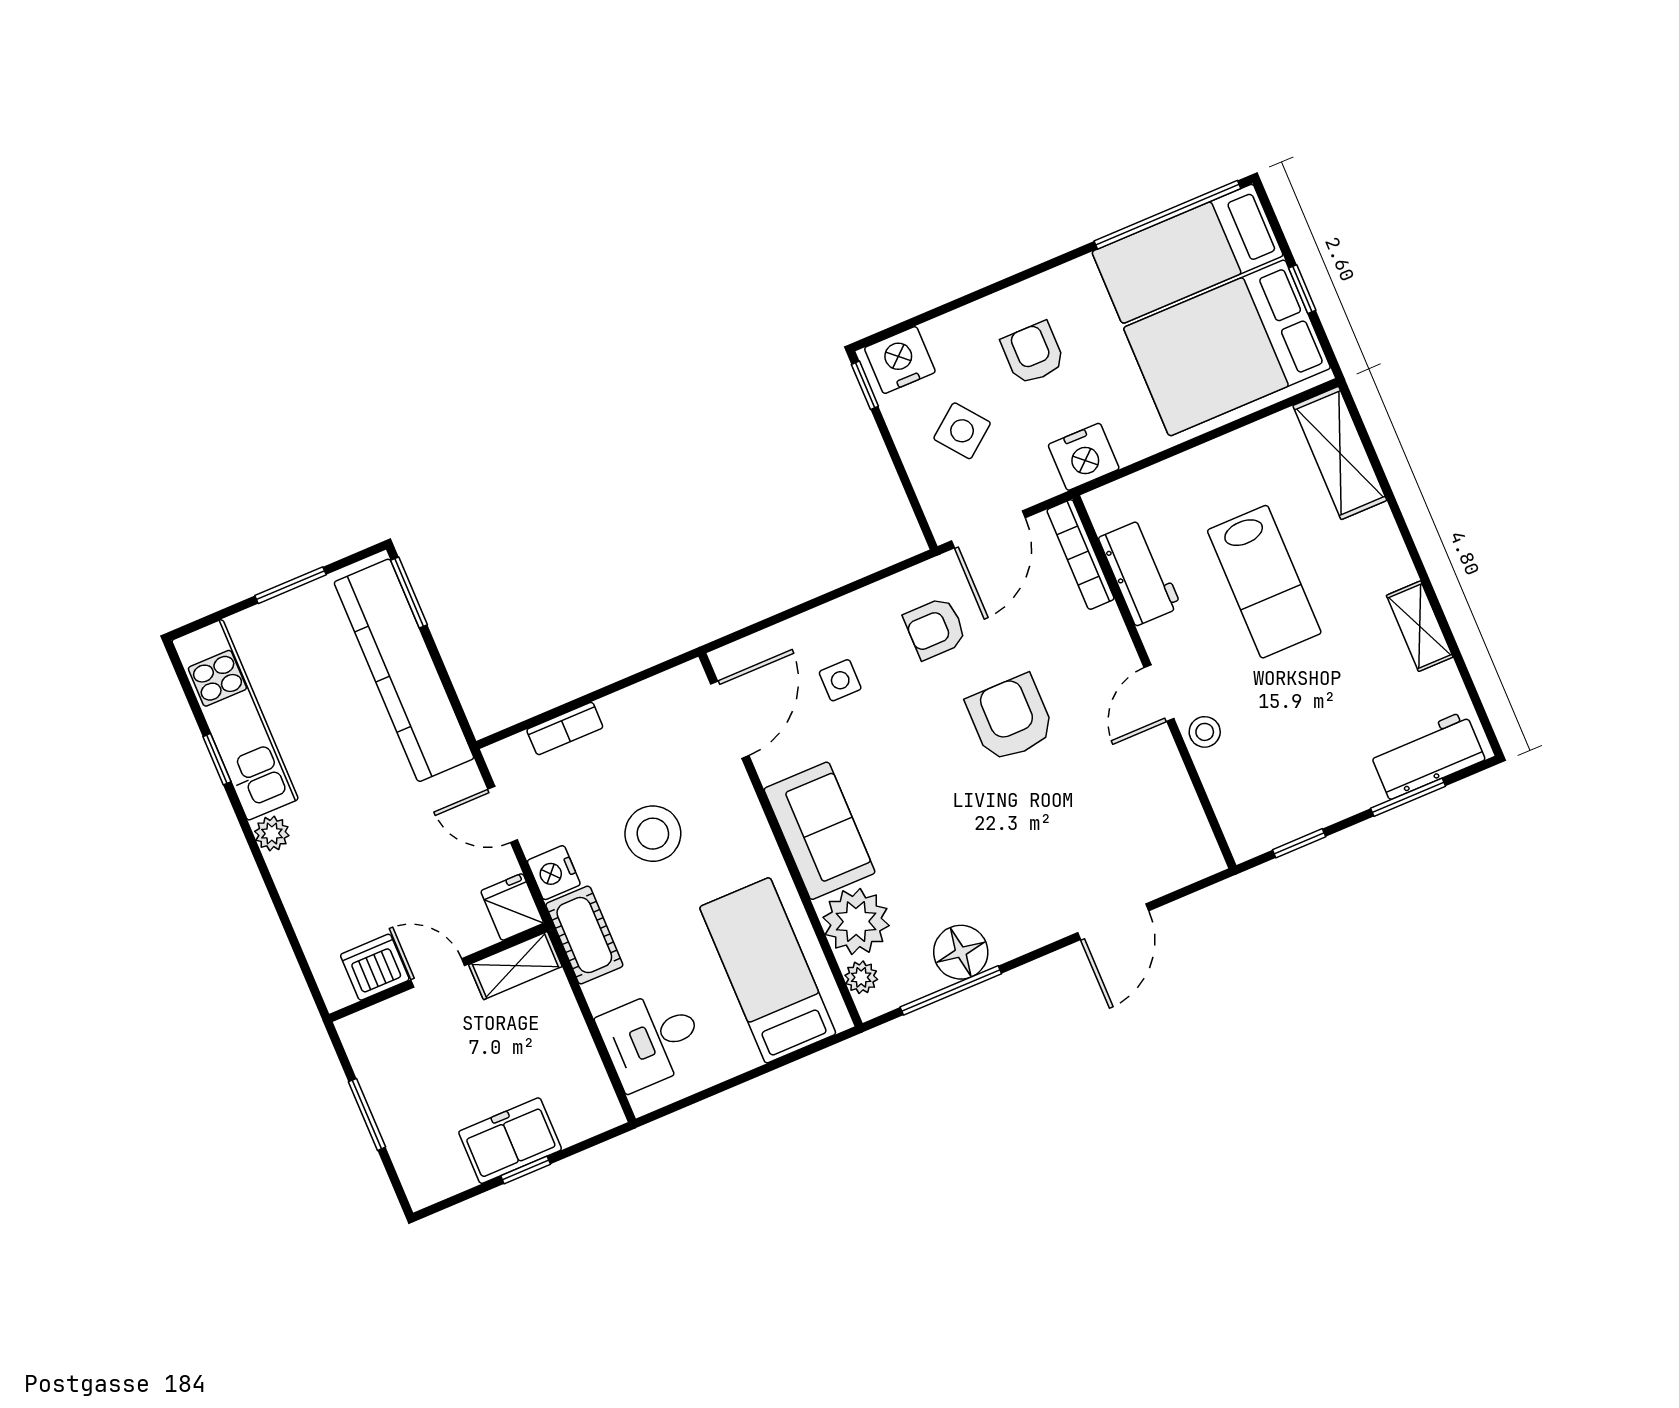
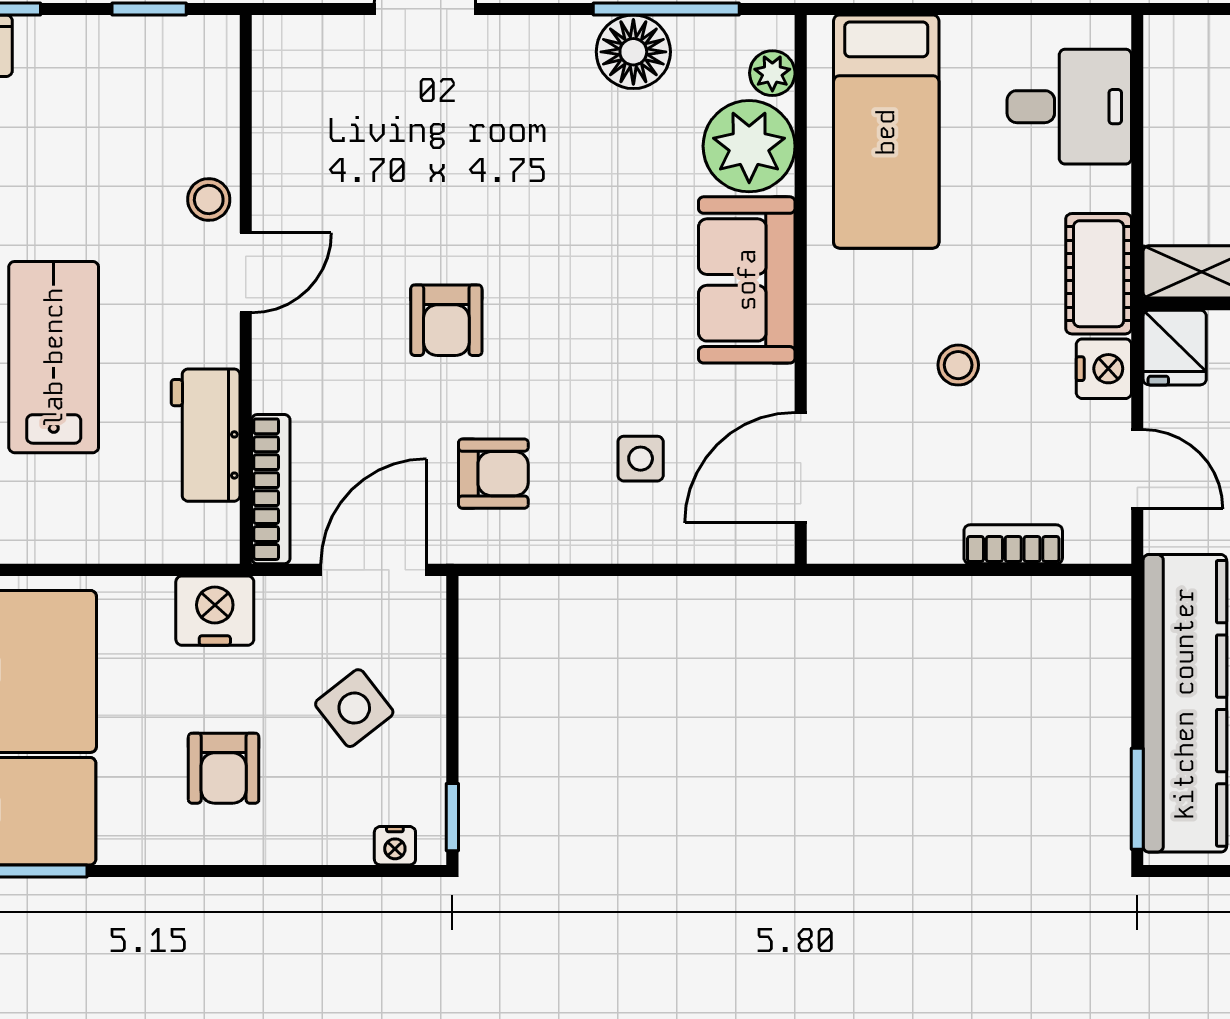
nightstand: (900, 360) -> (395, 846), width x0.53, depth x0.56
armchair: (1010, 718) -> (446, 320), width x0.72, depth x0.72
stool: (653, 834) -> (958, 365), width x0.53, depth x0.53

